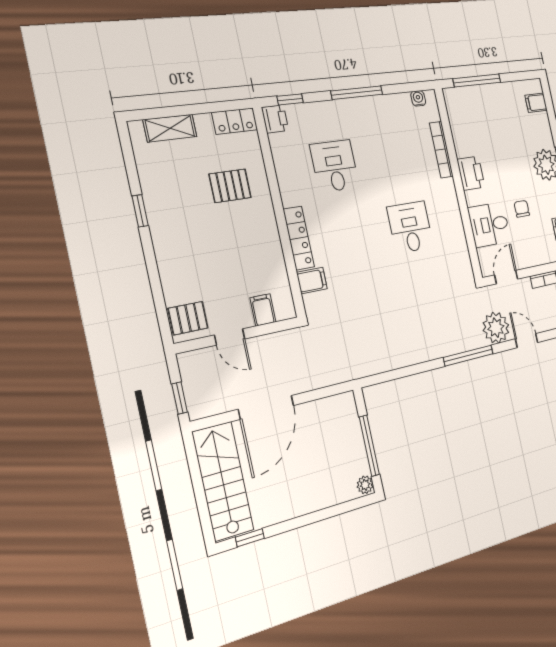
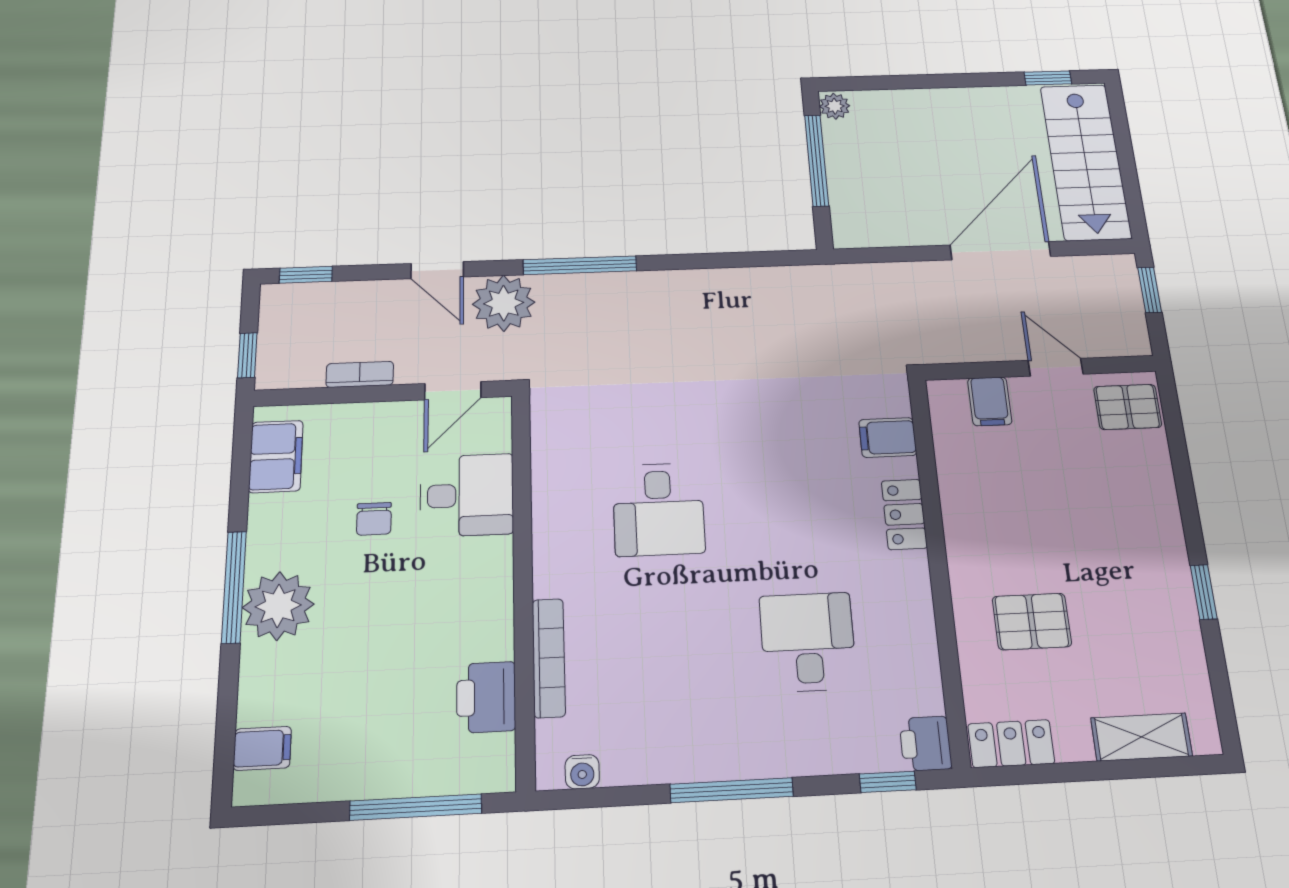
desk: (335, 166) -> (808, 642), turned 180
printer: (471, 173) -> (486, 697), moved
locker: (299, 238) -> (904, 514), width x0.66

